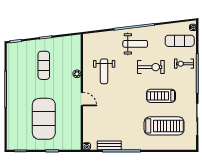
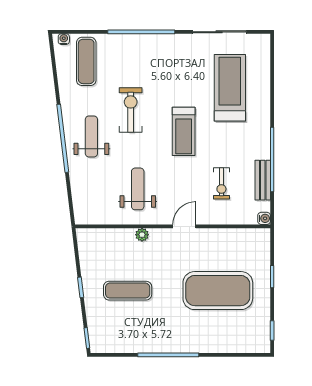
exercise bike: (184, 64) -> (221, 183), moved
weight bench: (104, 71) -> (138, 189), turned -90
treadmill: (161, 96) -> (184, 131), moved

